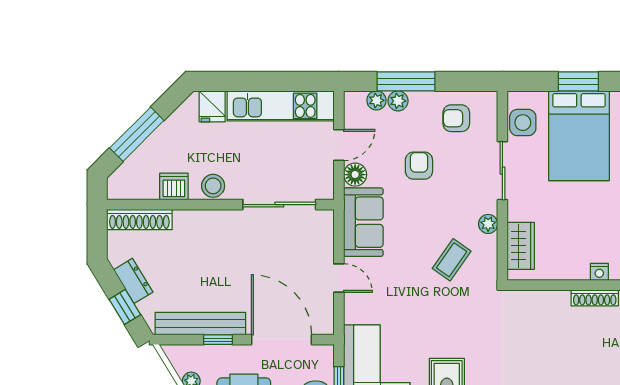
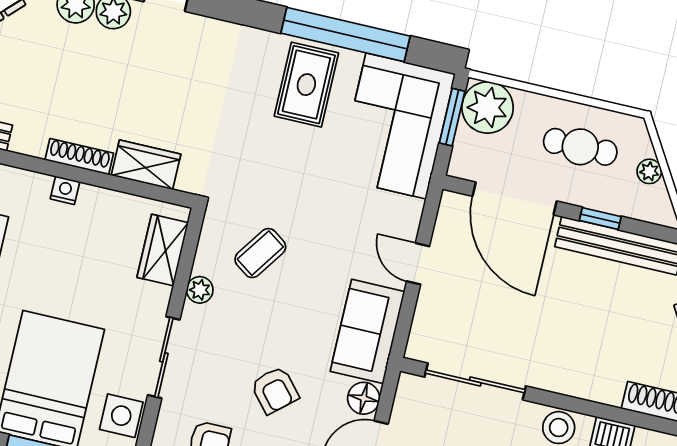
armchair: (419, 166) -> (275, 390), turned -41
wardrobe: (546, 303) -> (146, 165), added

